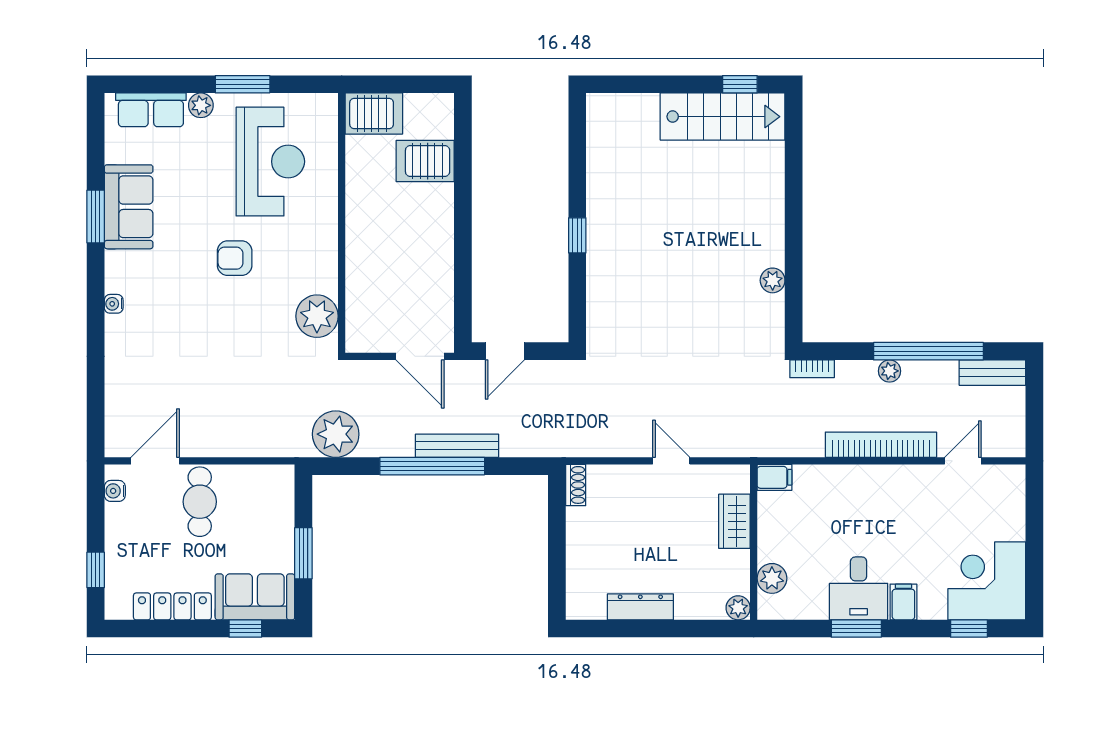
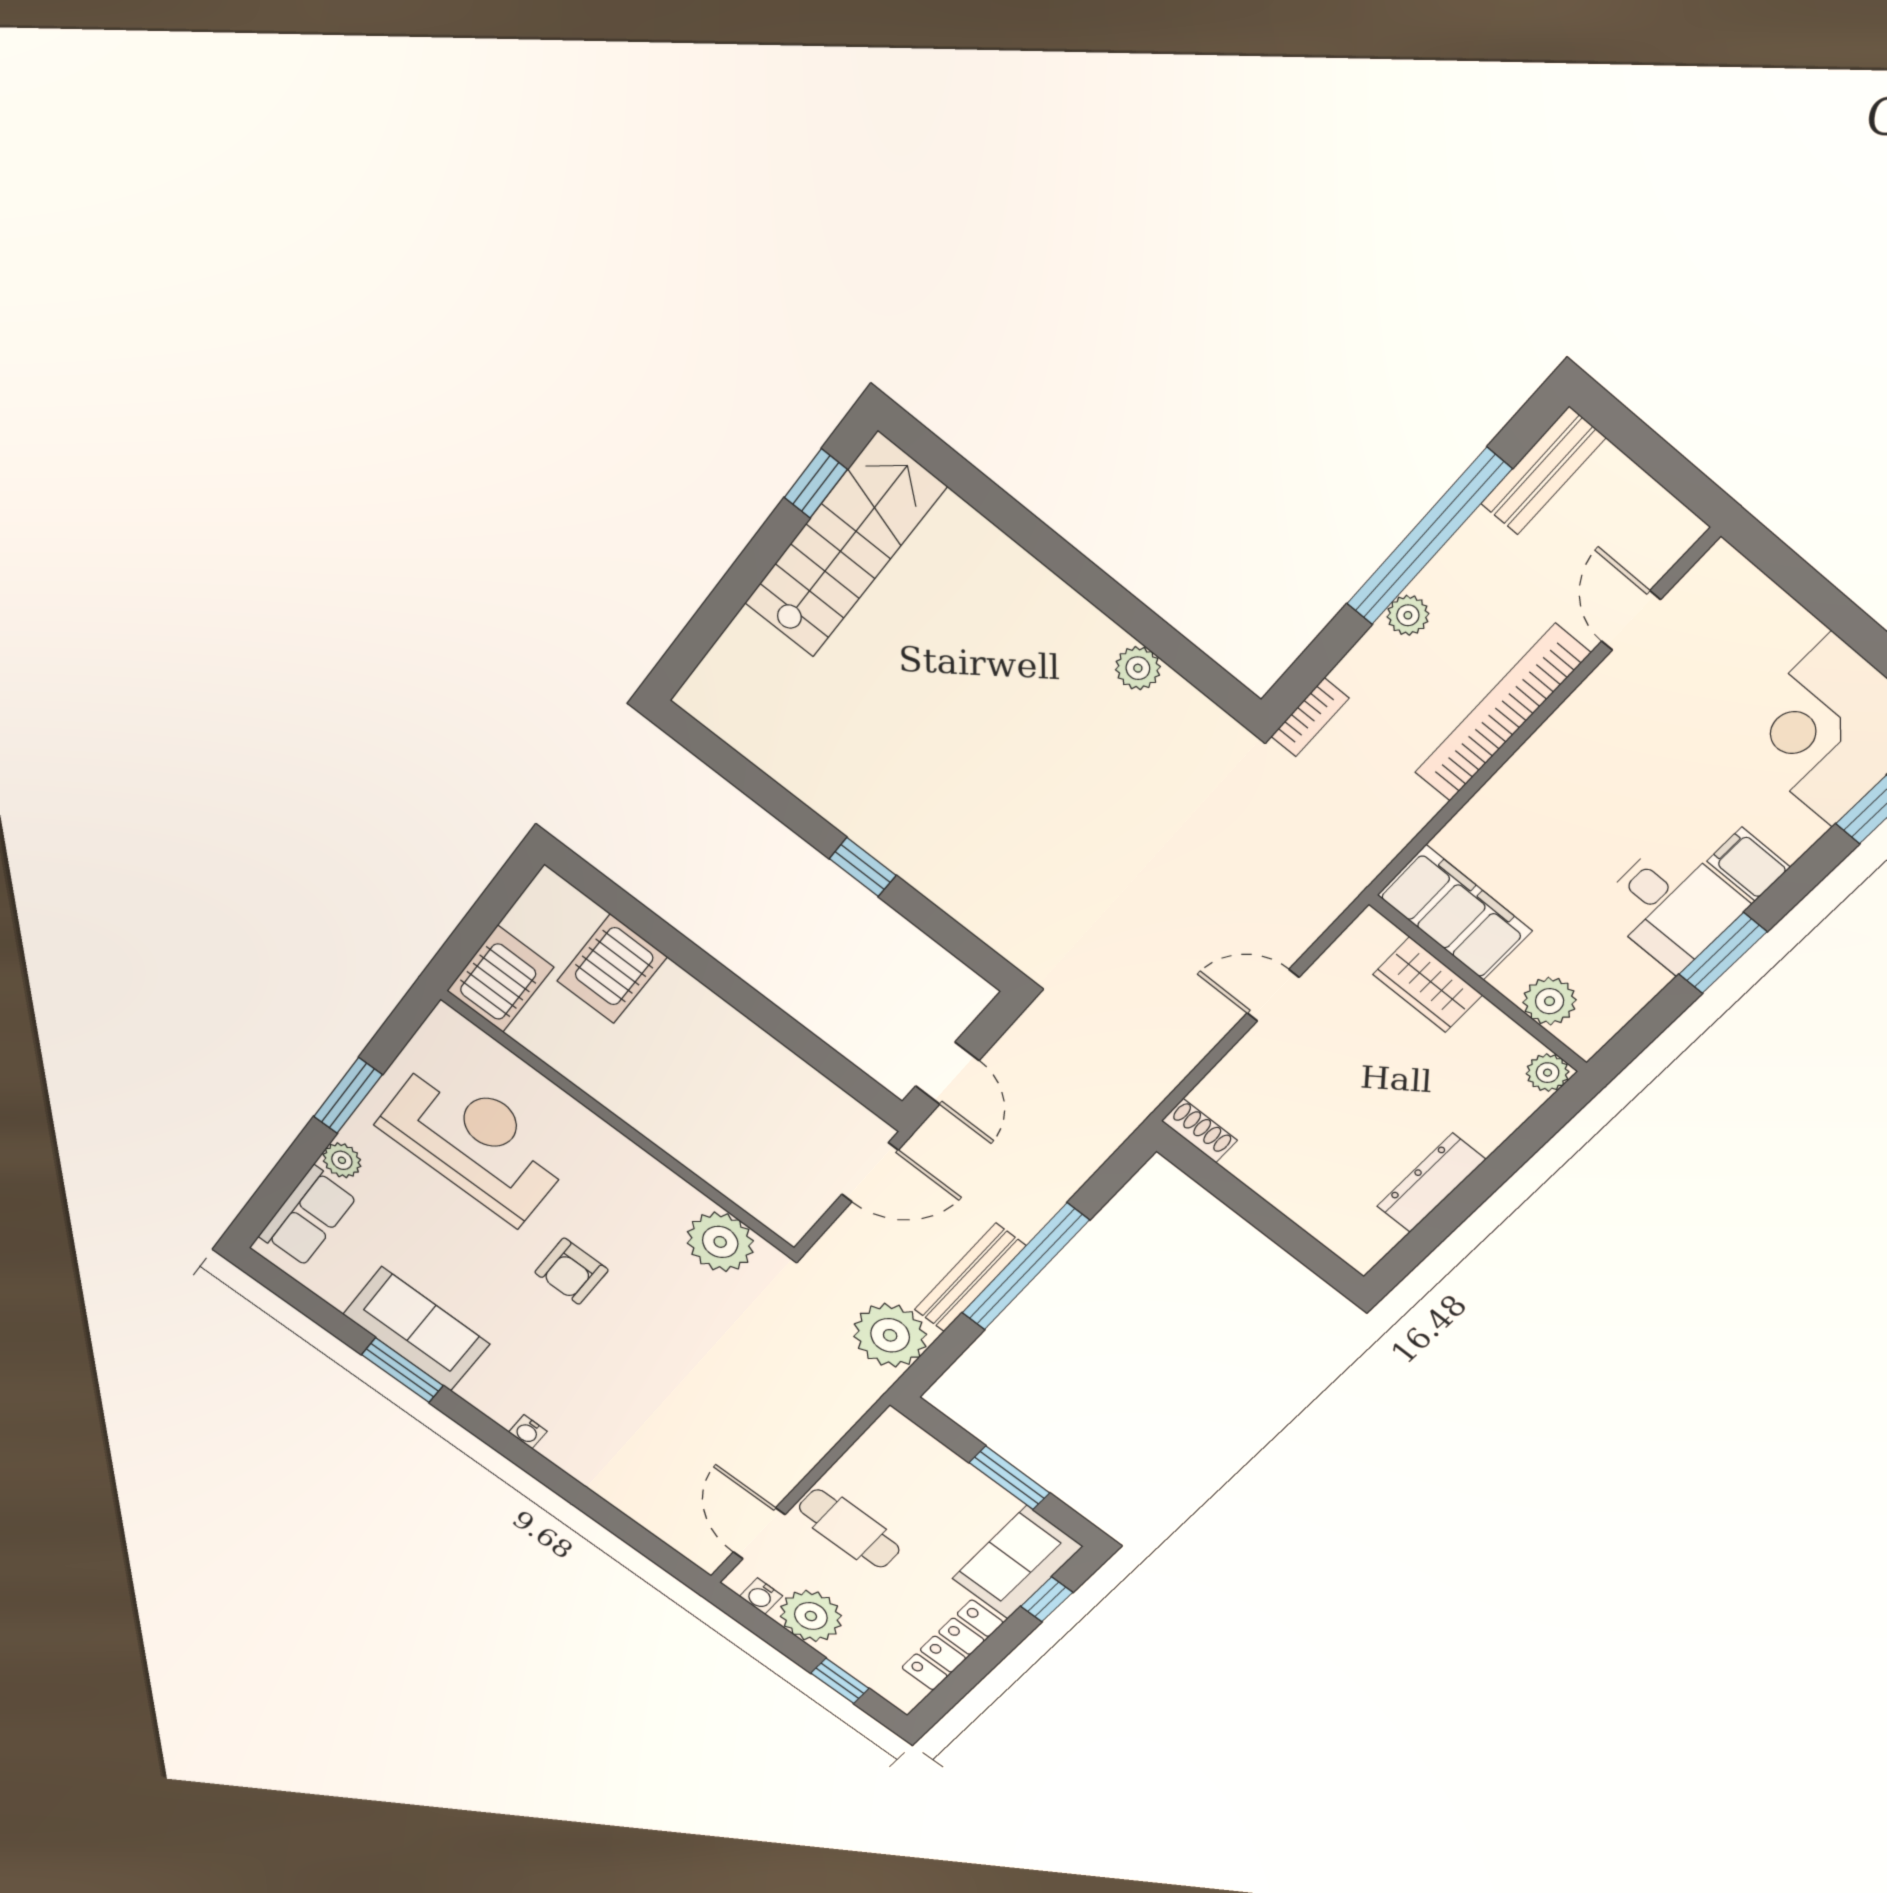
bench: (457, 446) -> (970, 1278), moved
filing cabinet: (774, 477) -> (1455, 913), width x3.00, depth x1.17
plant: (125, 524) -> (811, 1616), added

